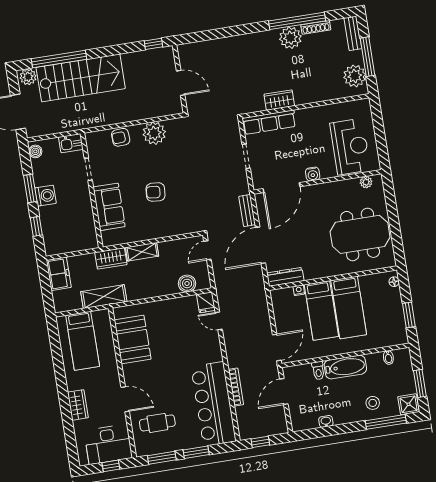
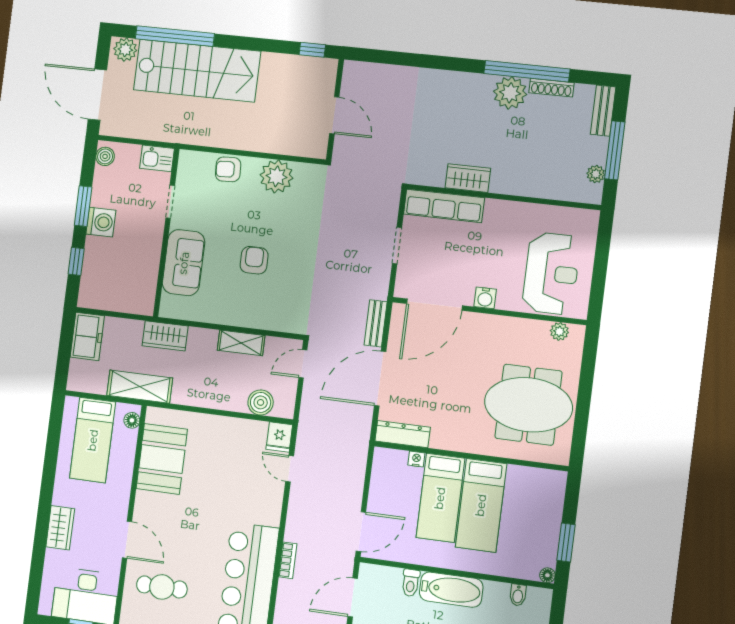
plant: (355, 76) -> (596, 174), width x0.53, depth x0.53
armchair: (155, 192) -> (254, 260), turned 85
shelving: (142, 252) -> (241, 343), moved
floor lamp: (394, 282) -> (547, 575), moved
floor lamp: (105, 320) -> (132, 420), added
bookcase: (236, 387) -> (288, 560), width x0.64

